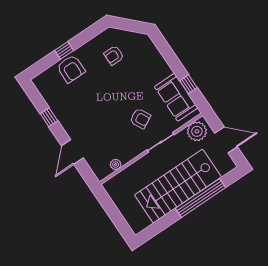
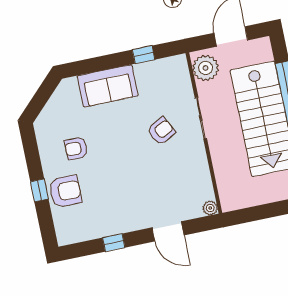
armchair: (114, 55) -> (76, 148), moved, turned 90
sofa: (176, 97) -> (108, 86), moved
plant: (116, 164) -> (210, 208), moved

